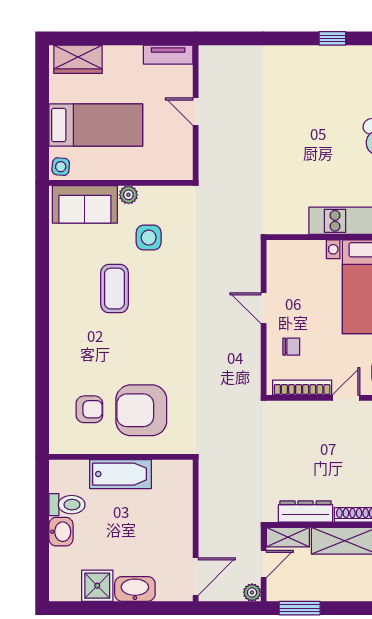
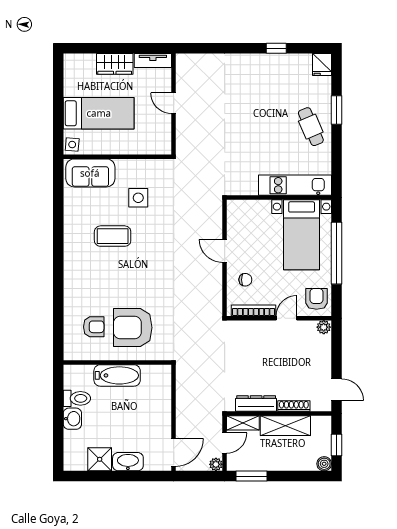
wardrobe: (78, 59) -> (115, 64), moved
plant: (128, 195) -> (123, 166), removed
coffee table: (114, 289) -> (113, 236), turned 90

